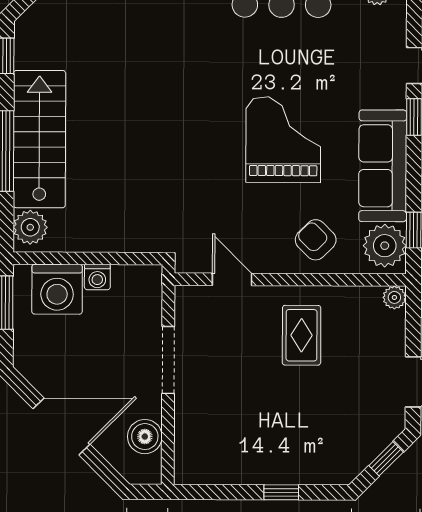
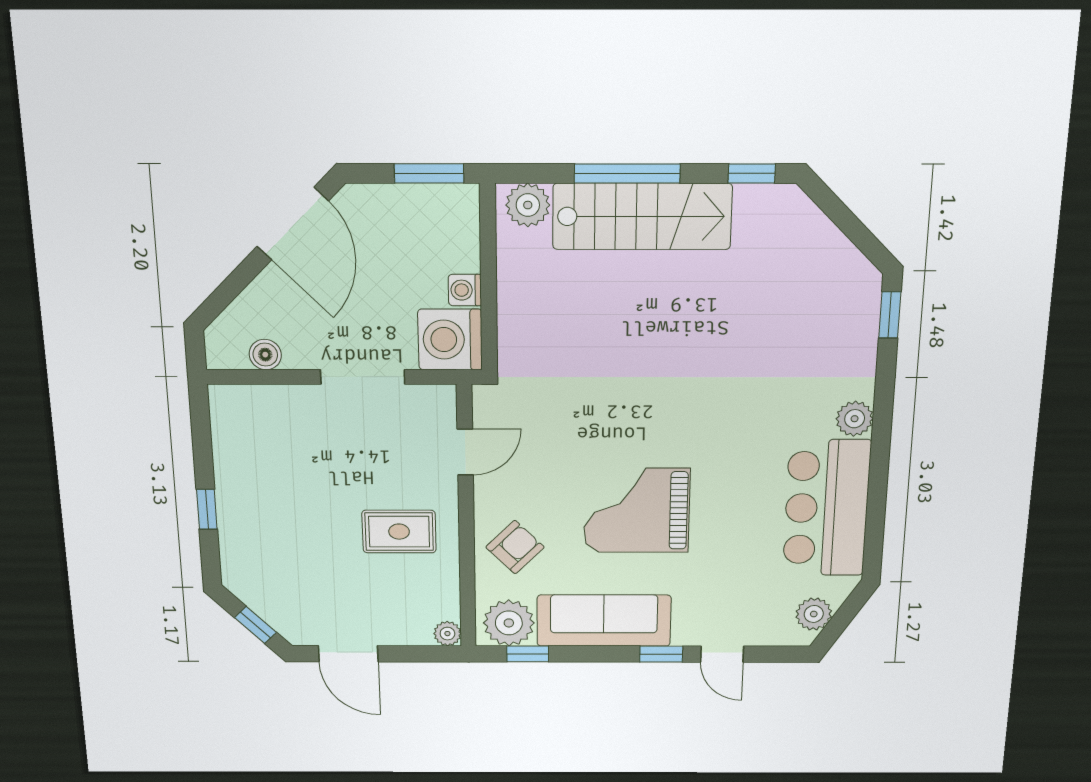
grand piano: (283, 140) -> (637, 510), turned 180
washing machine: (57, 289) -> (450, 340), moved
door: (61, 427) -> (293, 224), moved
boiler: (145, 437) -> (265, 355), width x0.73, depth x0.73

